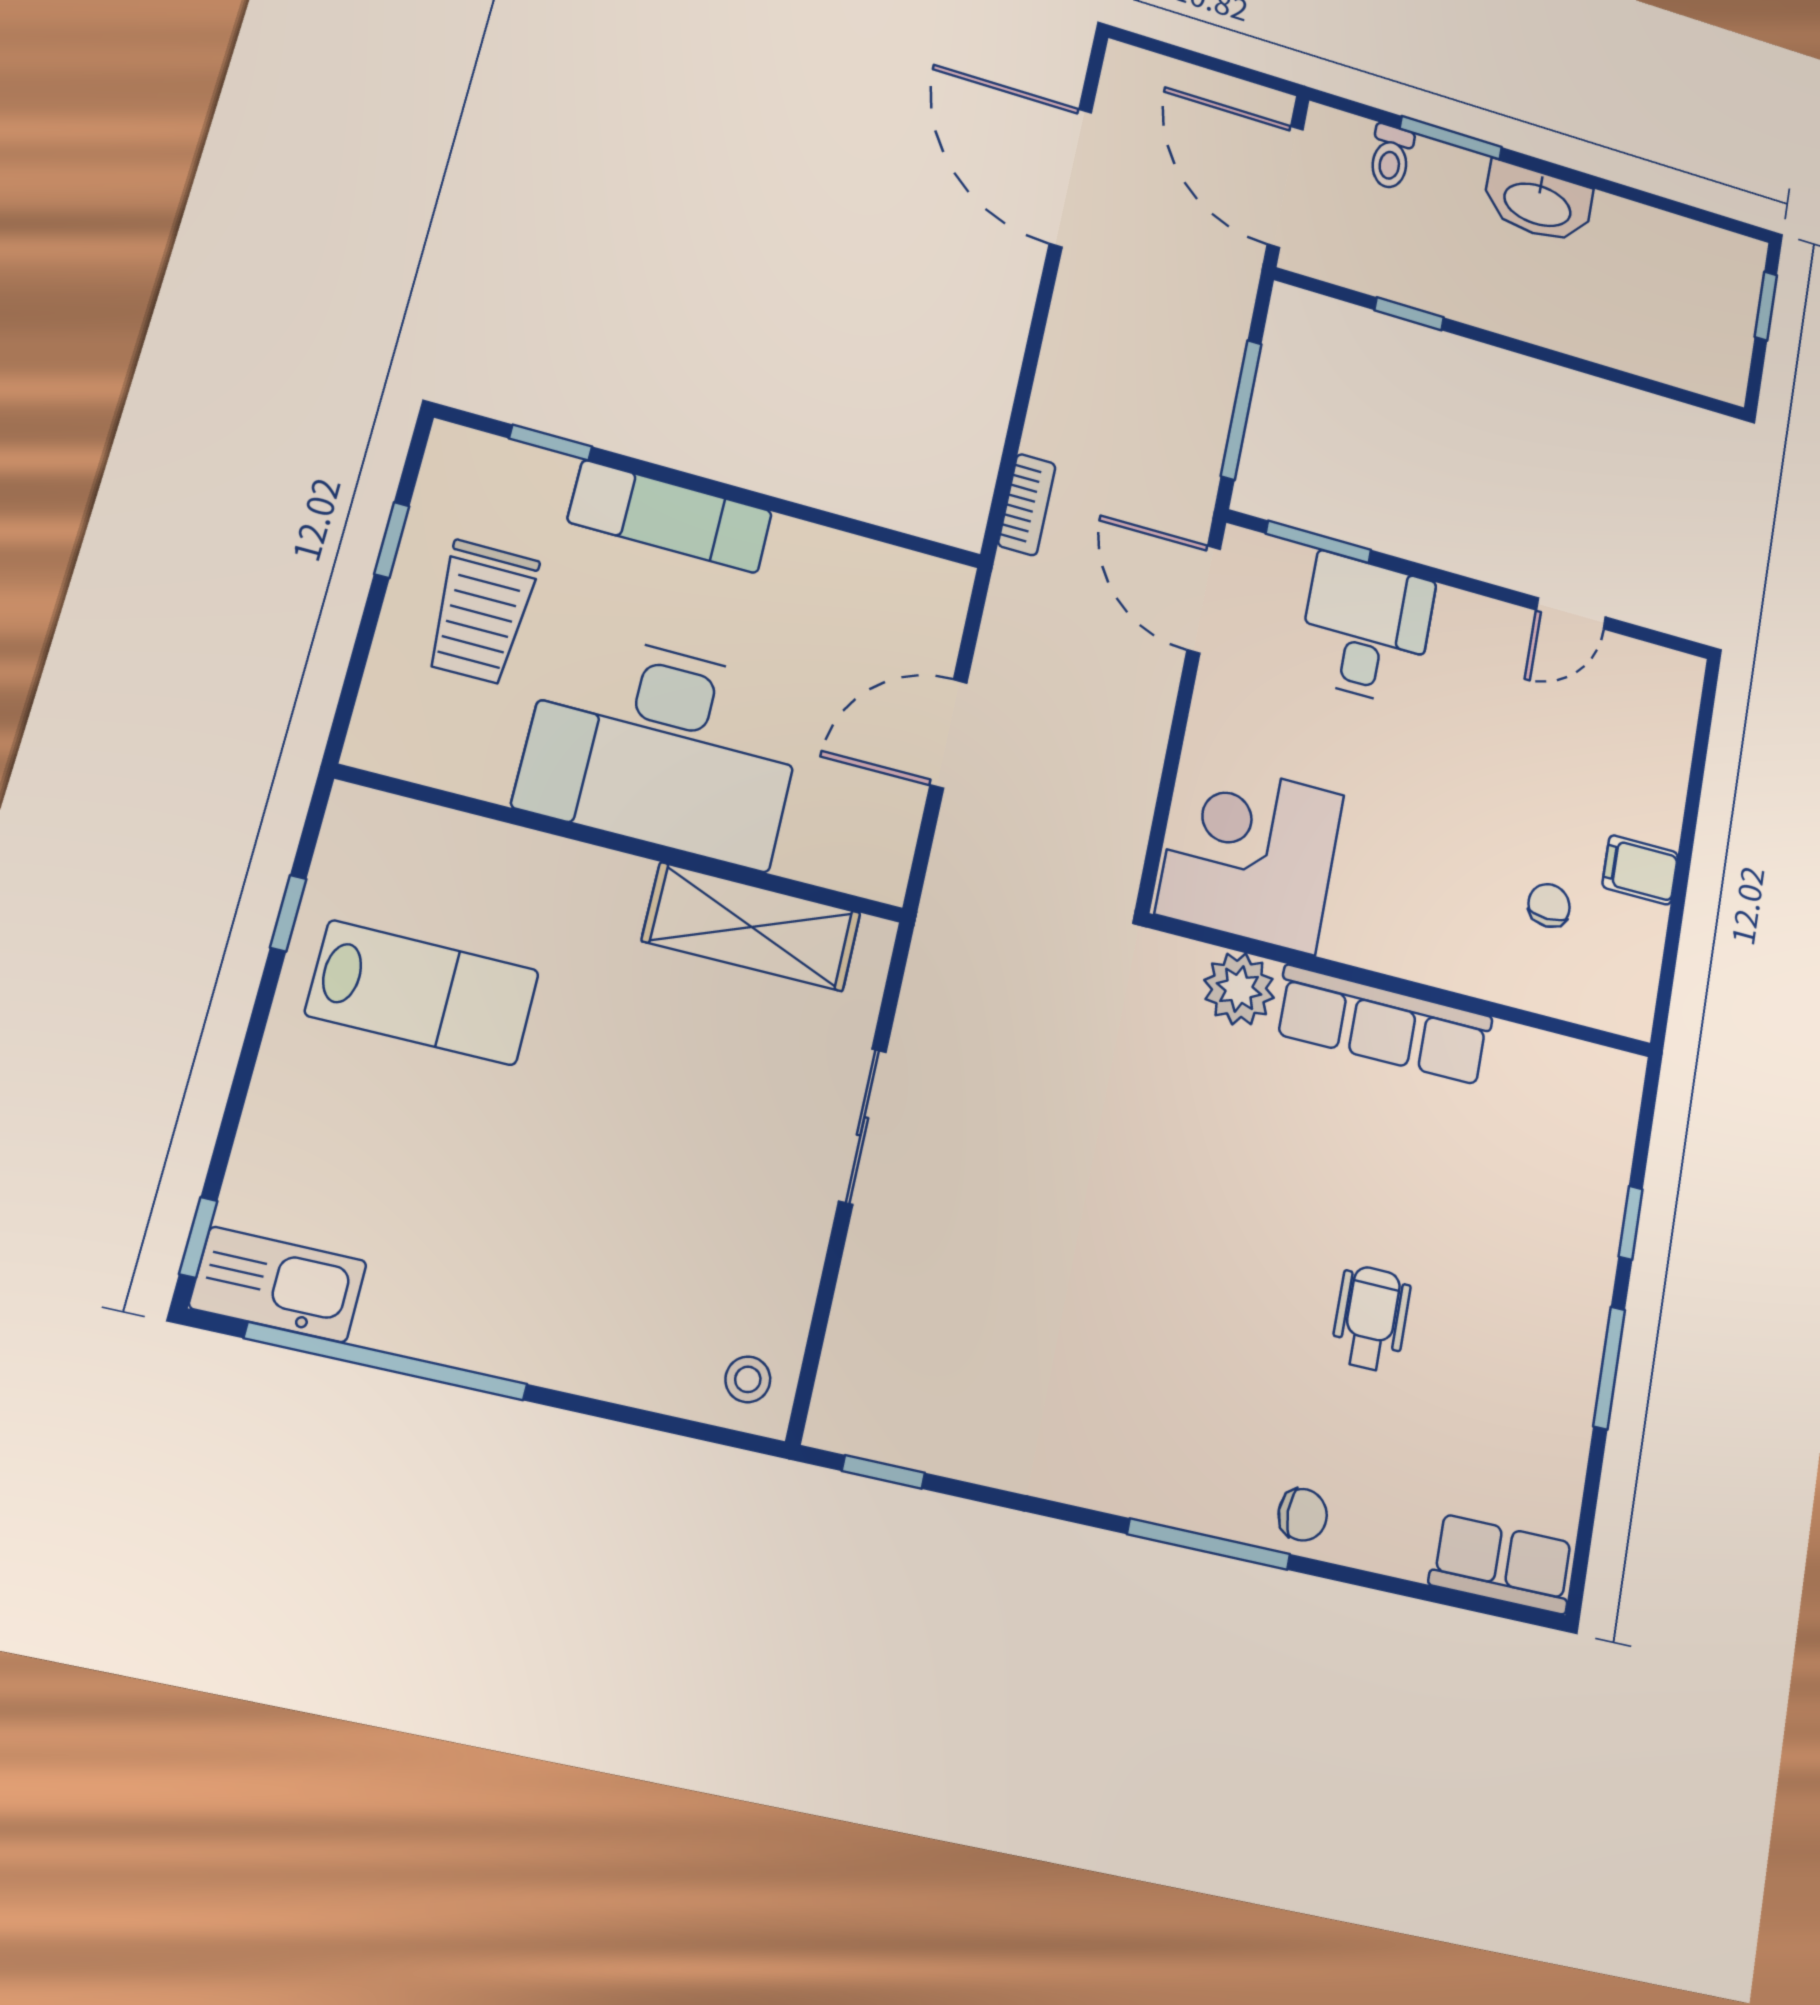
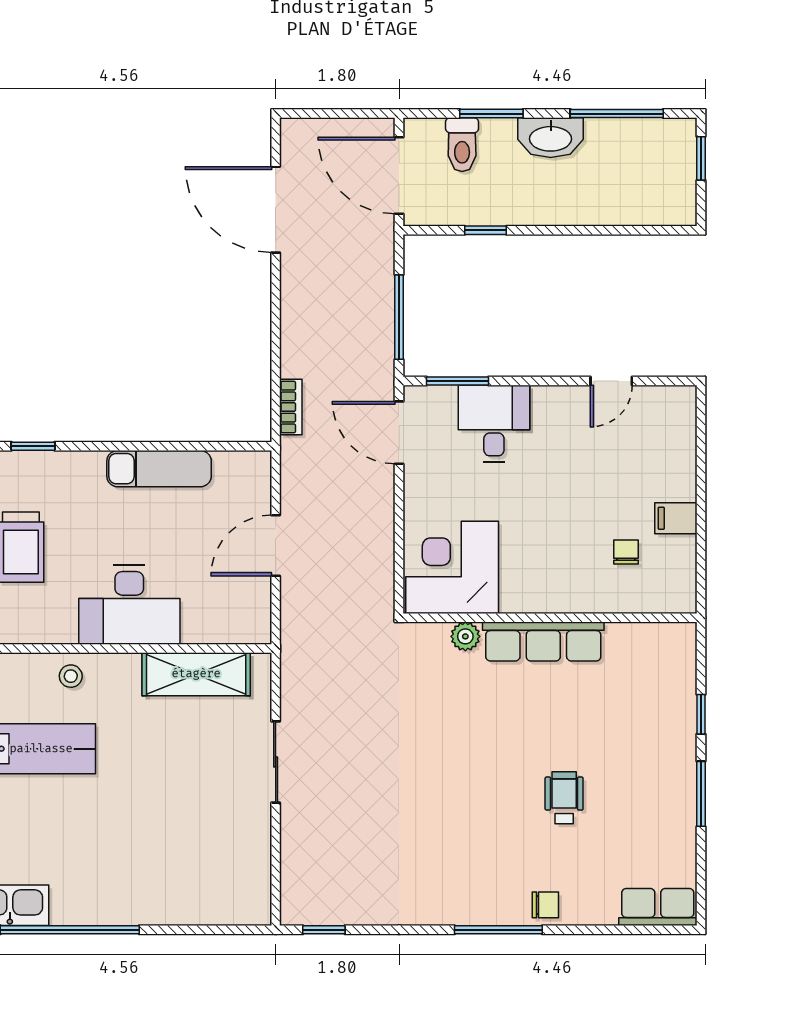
toilet: (1391, 157) -> (462, 145), width x1.37, depth x1.39
window: (1647, 199) -> (617, 114), added
exam couch: (670, 517) -> (159, 469), moved
desk: (663, 747) -> (129, 605), width x0.73, depth x0.77
plant: (1239, 989) -> (465, 636), width x0.73, depth x0.73
stool: (748, 1379) -> (71, 676), moved

